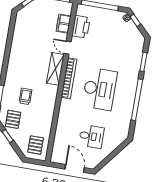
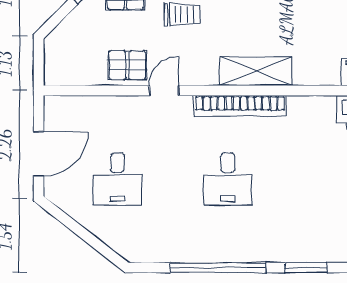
door: (68, 48) -> (164, 90), moved
desk: (100, 89) -> (228, 179), width x0.53, depth x0.77
pallet: (36, 145) -> (127, 65), moved

